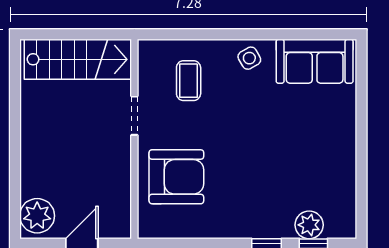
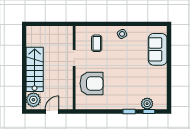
stairs: (78, 59) -> (35, 69), moved, turned -90
sofa: (315, 61) -> (158, 49), moved, turned 90

